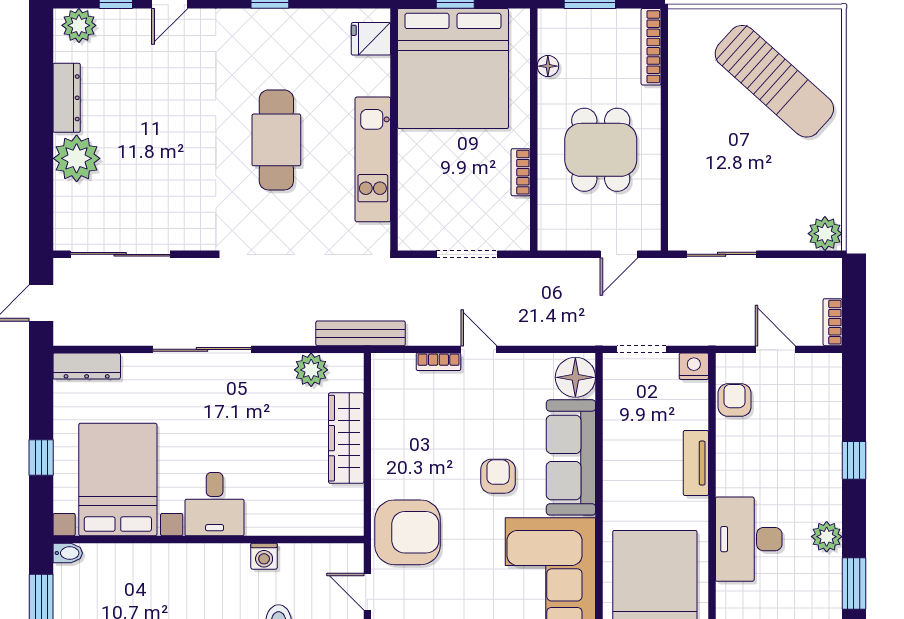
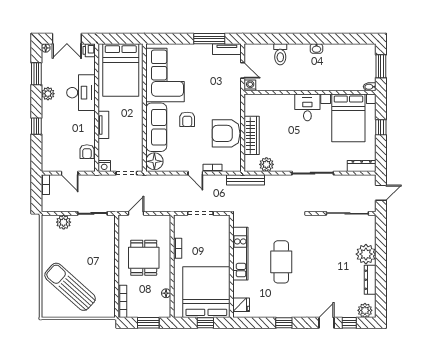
plant: (825, 234) -> (64, 222), moved
armchair: (407, 532) -> (226, 133), moved
washing machine: (264, 556) -> (250, 85), moved

